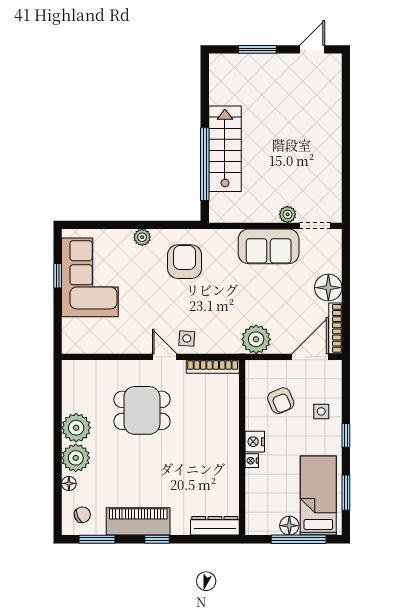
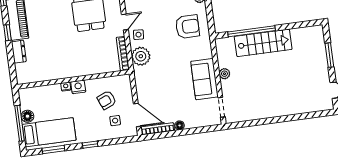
plant: (288, 214) -> (224, 74), moved
floor lamp: (328, 288) -> (180, 125), width x0.53, depth x0.53
plant: (256, 339) -> (141, 56), moved
side table: (321, 411) -> (115, 121), moved
dresser: (215, 526) -> (19, 52), moved, width x0.70

